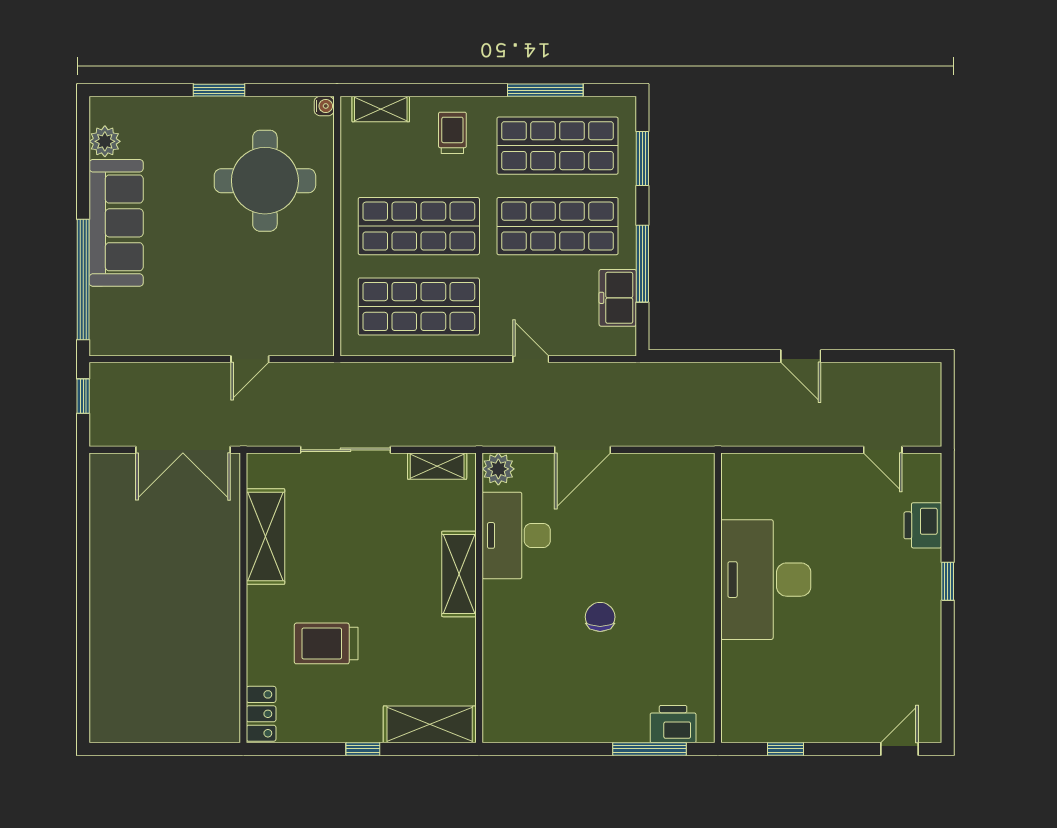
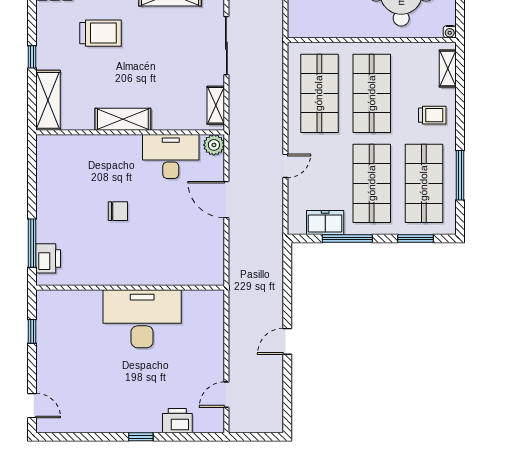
shelving: (459, 574) -> (123, 119), moved
trolley: (326, 643) -> (101, 33), turned 90

